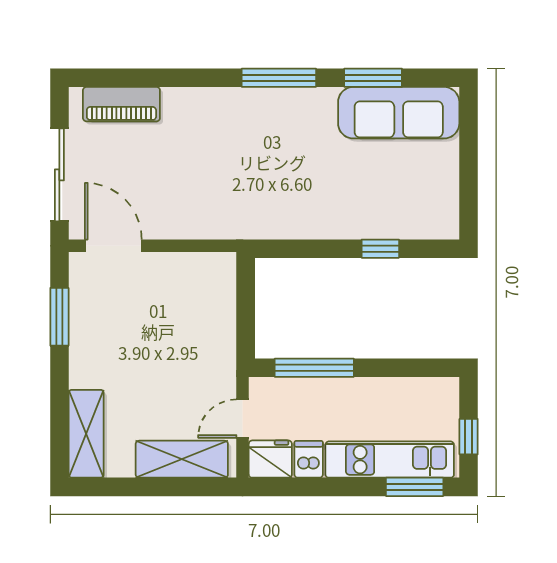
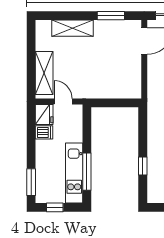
window: (314, 368) -> (87, 172), moved
shelving: (86, 434) -> (72, 28), moved
kitchen unit: (390, 460) -> (74, 173), moved, turned 180

